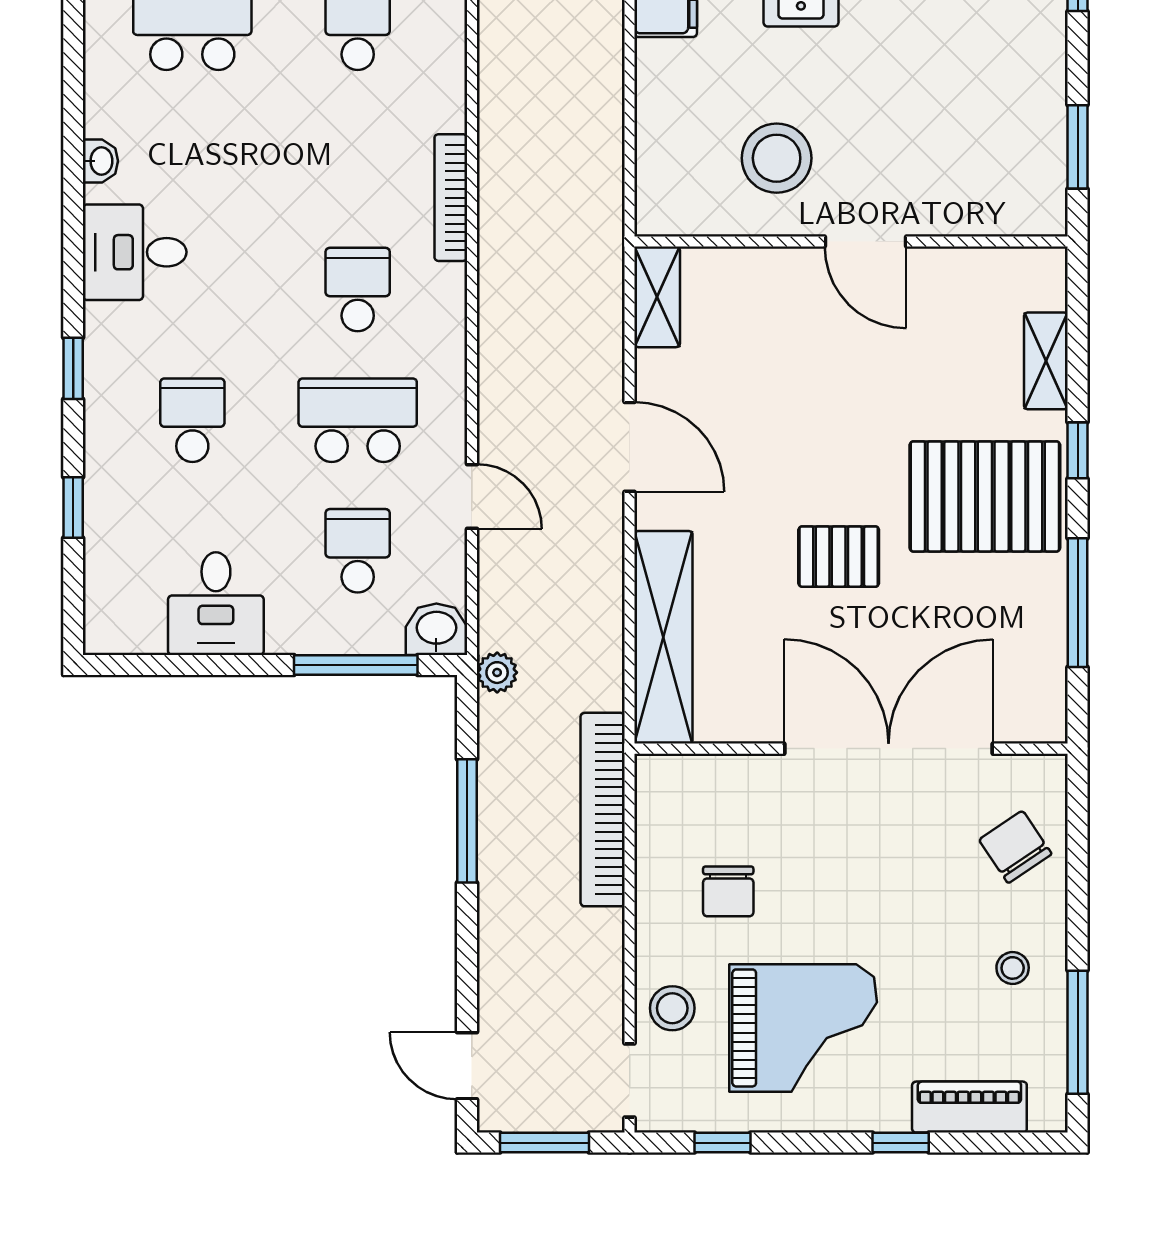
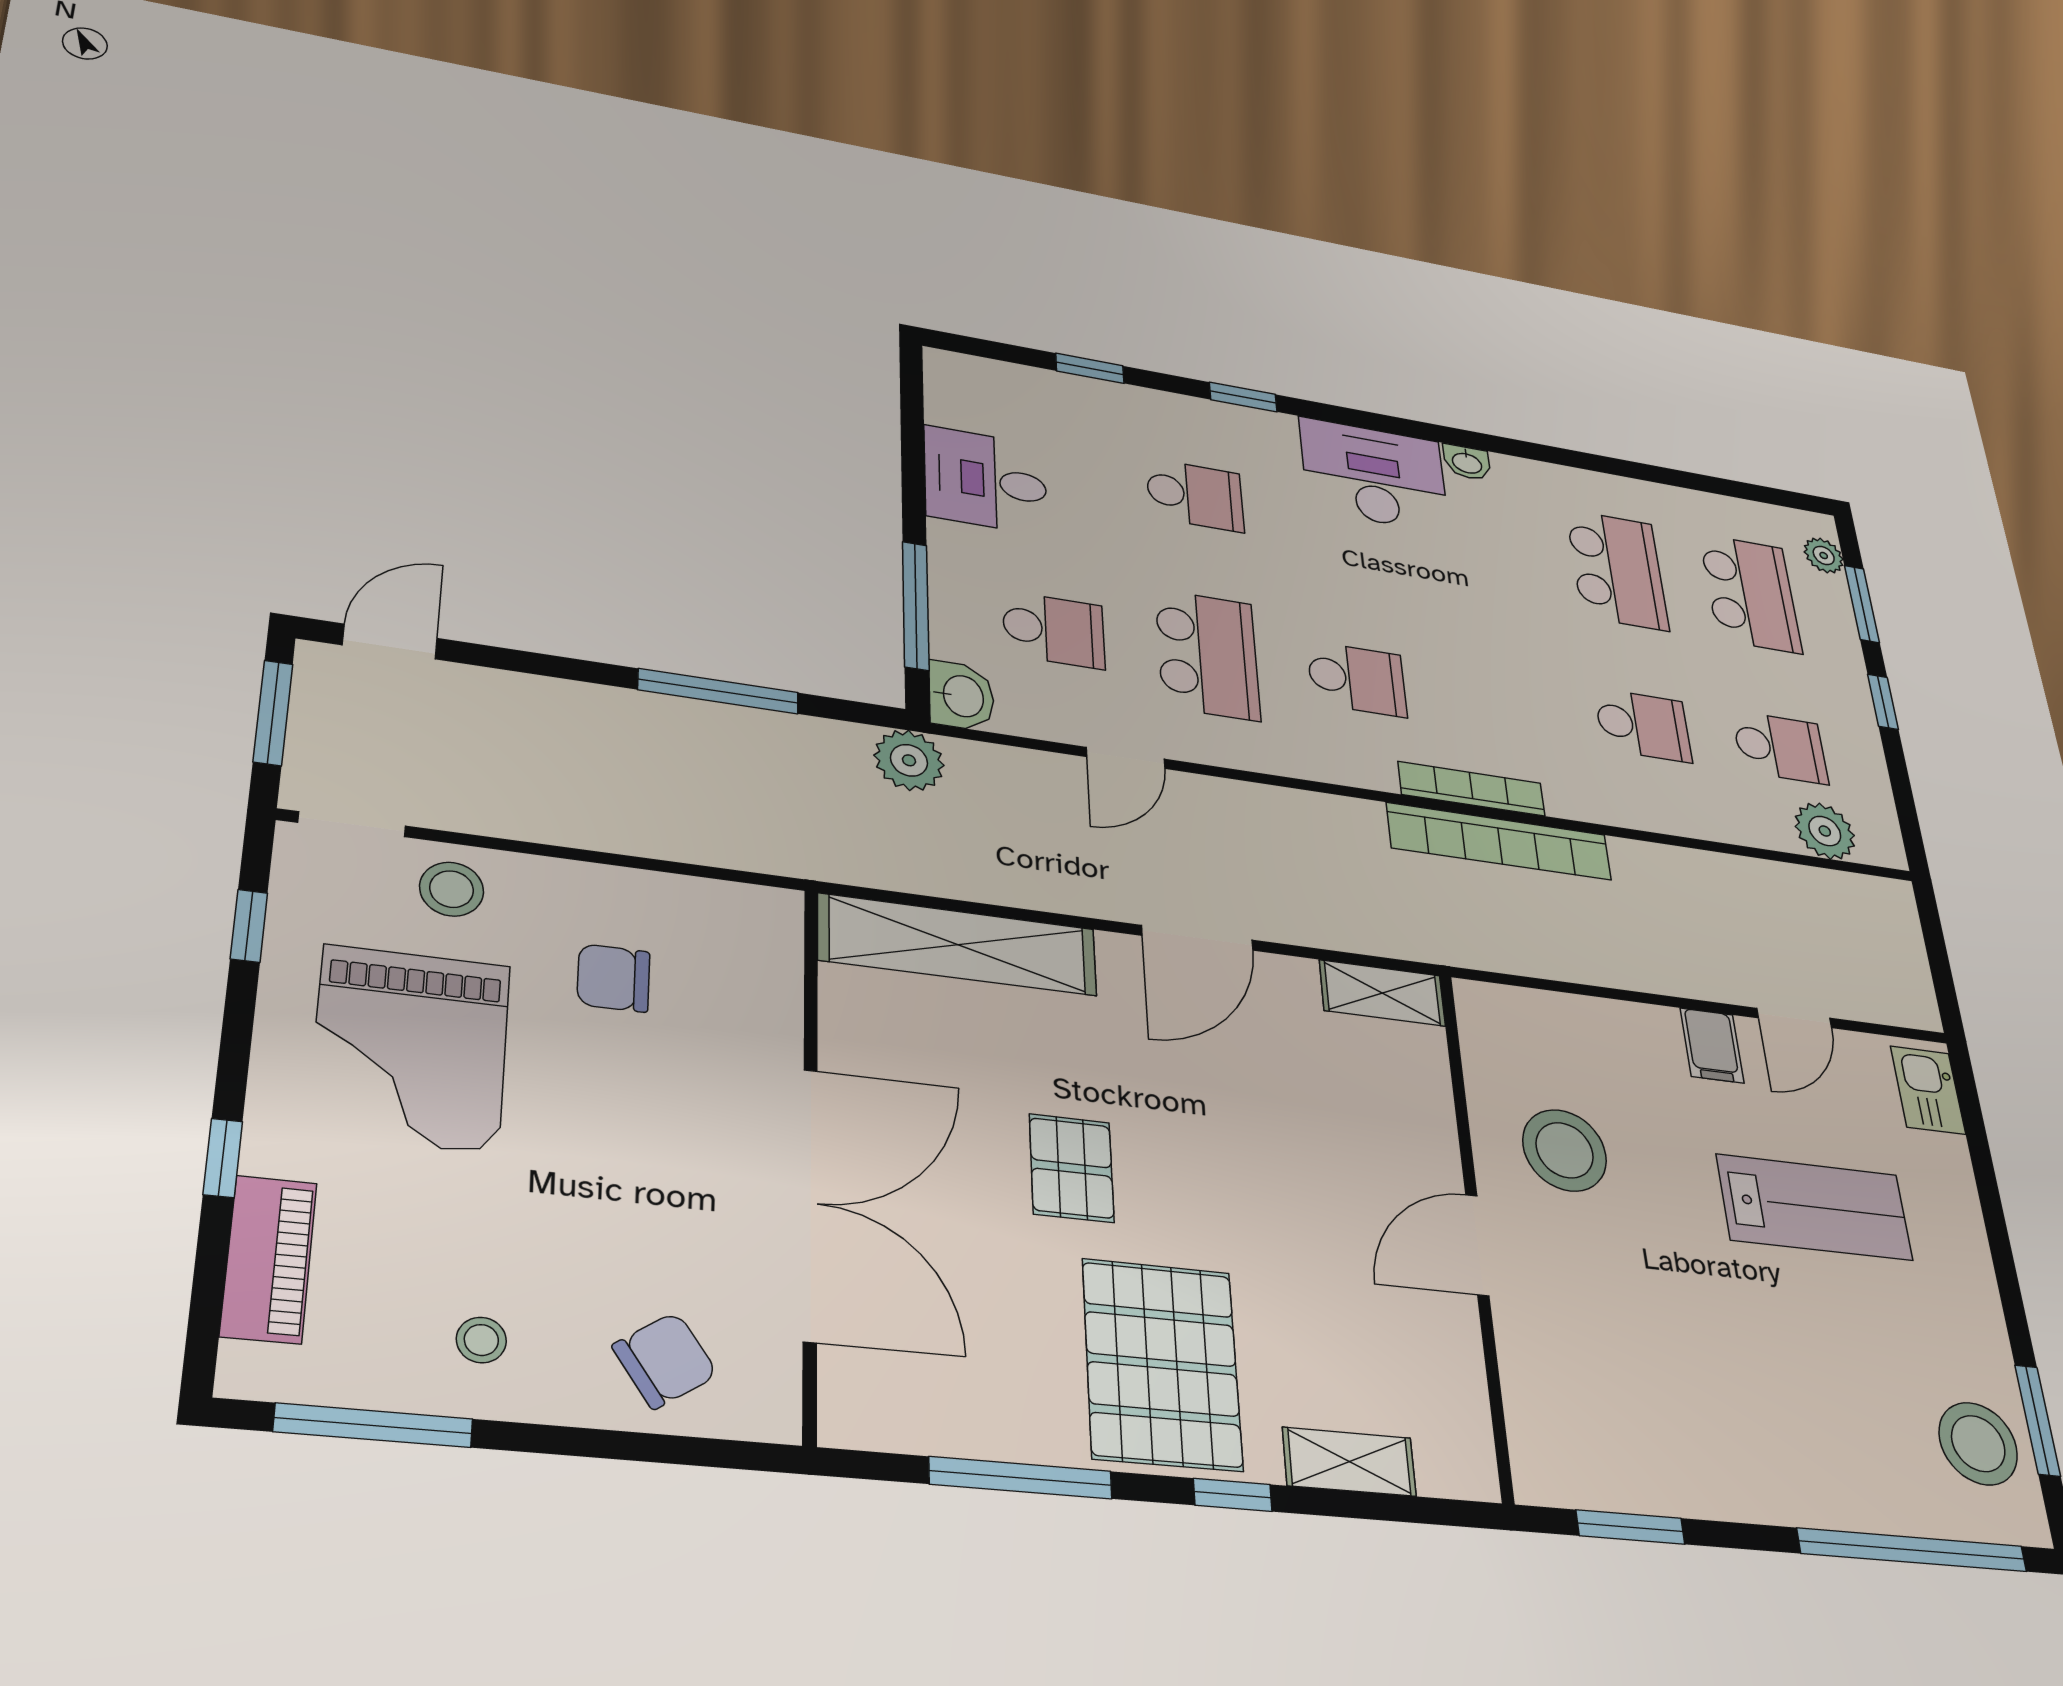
desk: (135, 252) -> (1374, 475), width x1.37
plant: (497, 673) -> (909, 760), width x1.38, depth x1.38
bookcase: (603, 810) -> (1499, 841), moved, turned 180

